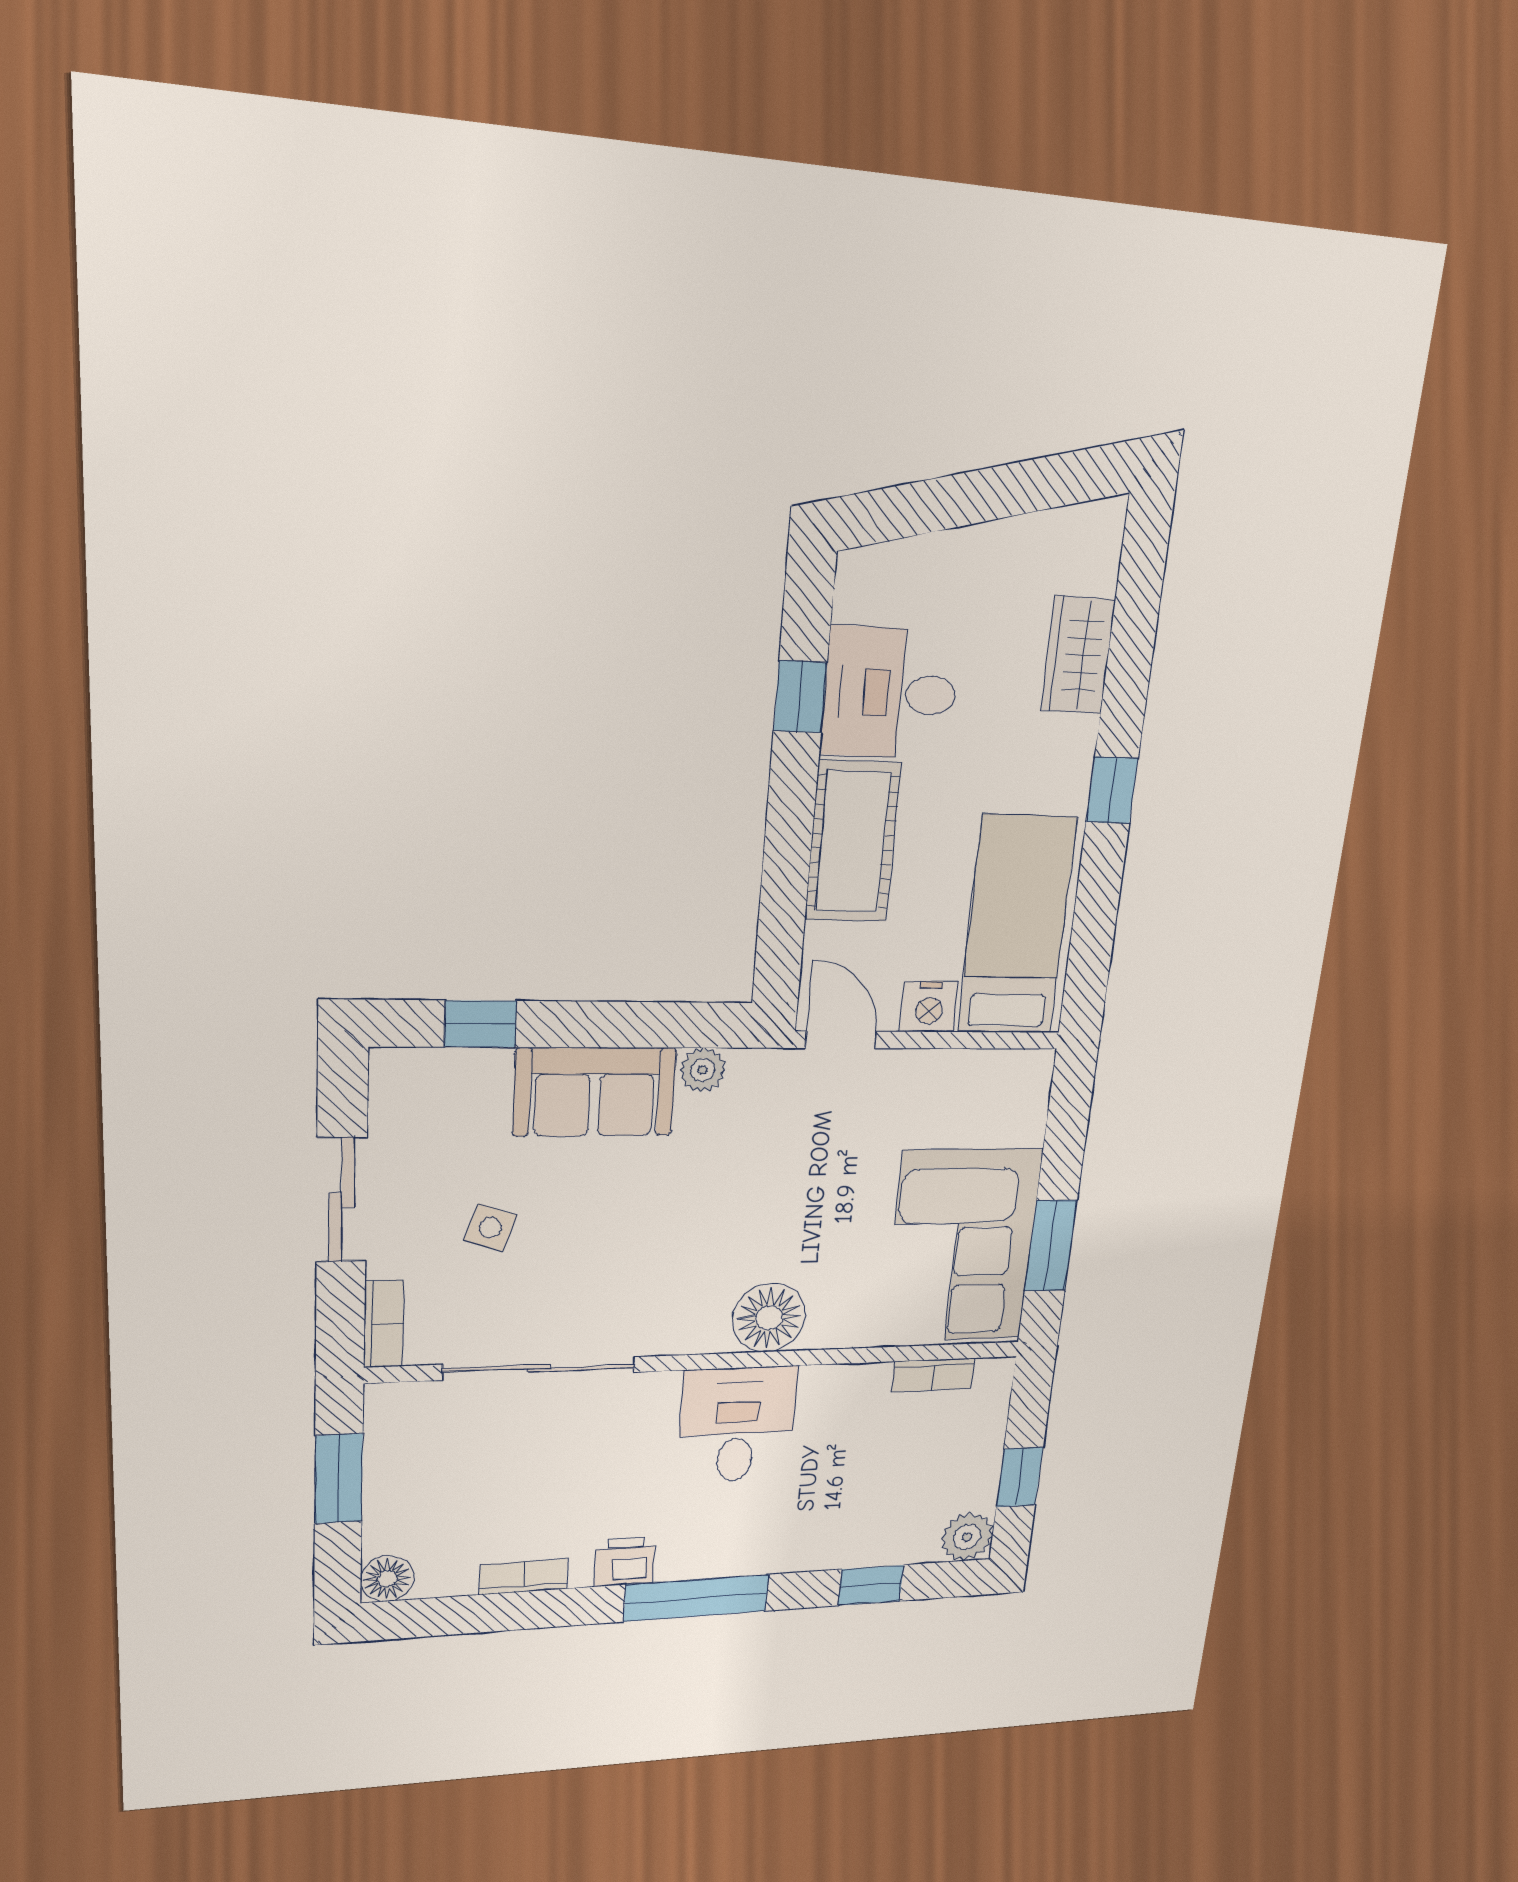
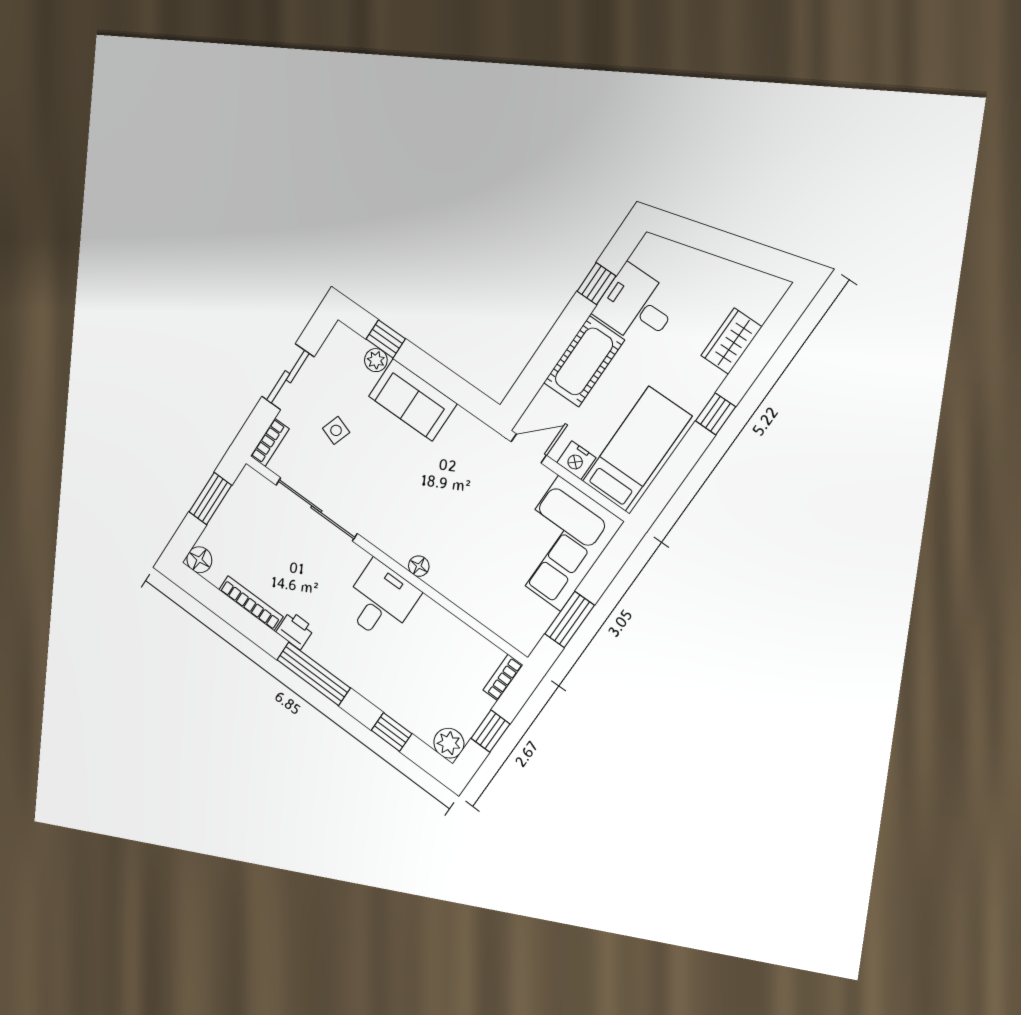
door: (841, 1040) -> (529, 449), hinge flipped
plant: (703, 1070) -> (376, 360), moved
corner sofa: (962, 1246) -> (560, 544), moved
floor lamp: (769, 1318) -> (419, 566), width x0.53, depth x0.53
bookcase: (933, 1375) -> (503, 678), moved, turned 90
bookcase: (523, 1577) -> (251, 603), width x1.56

